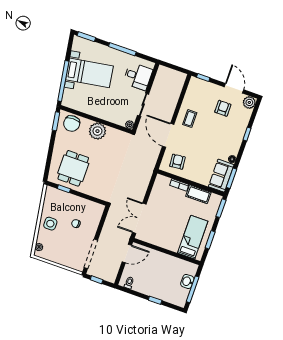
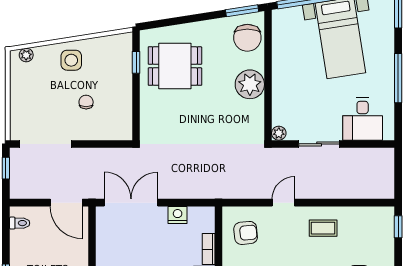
chair: (72, 124) -> (247, 38), turned -90
door: (168, 135) -> (283, 203), width x0.53
nightstand: (155, 195) -> (178, 215), added

